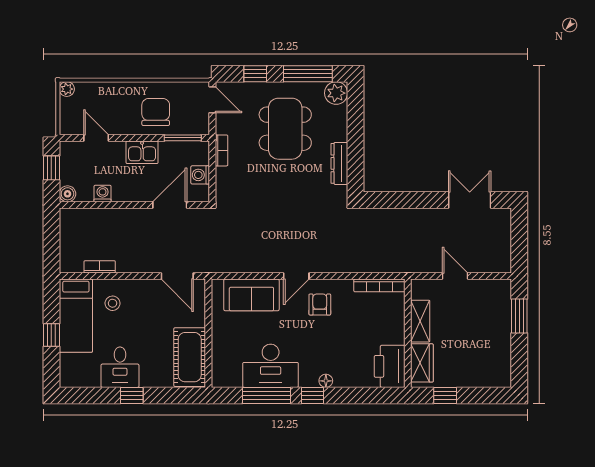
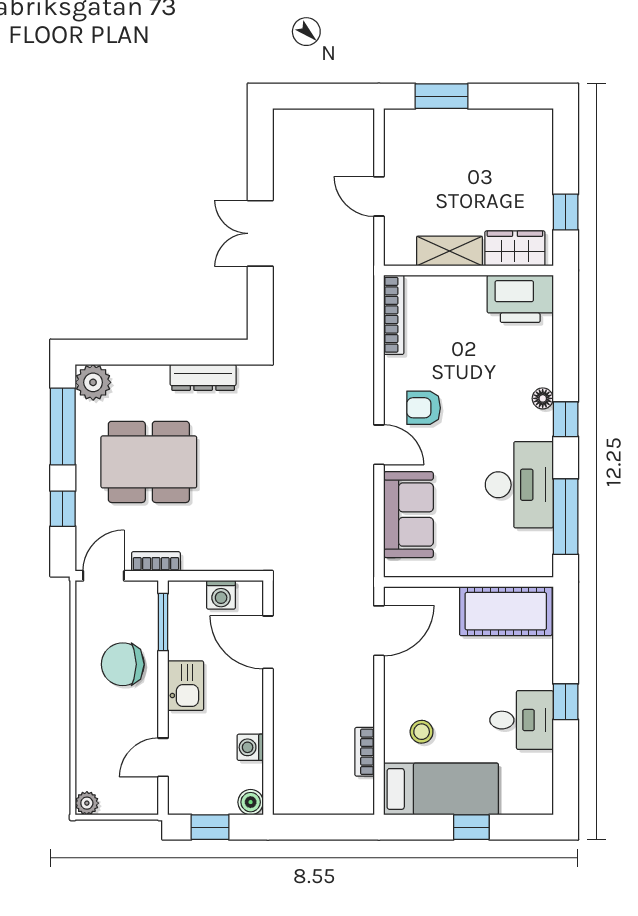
bookcase: (222, 150) -> (156, 561), moved
double door: (470, 200) -> (260, 233), moved
door: (455, 276) -> (379, 196), hinge flipped
window: (267, 395) -> (566, 517), moved

